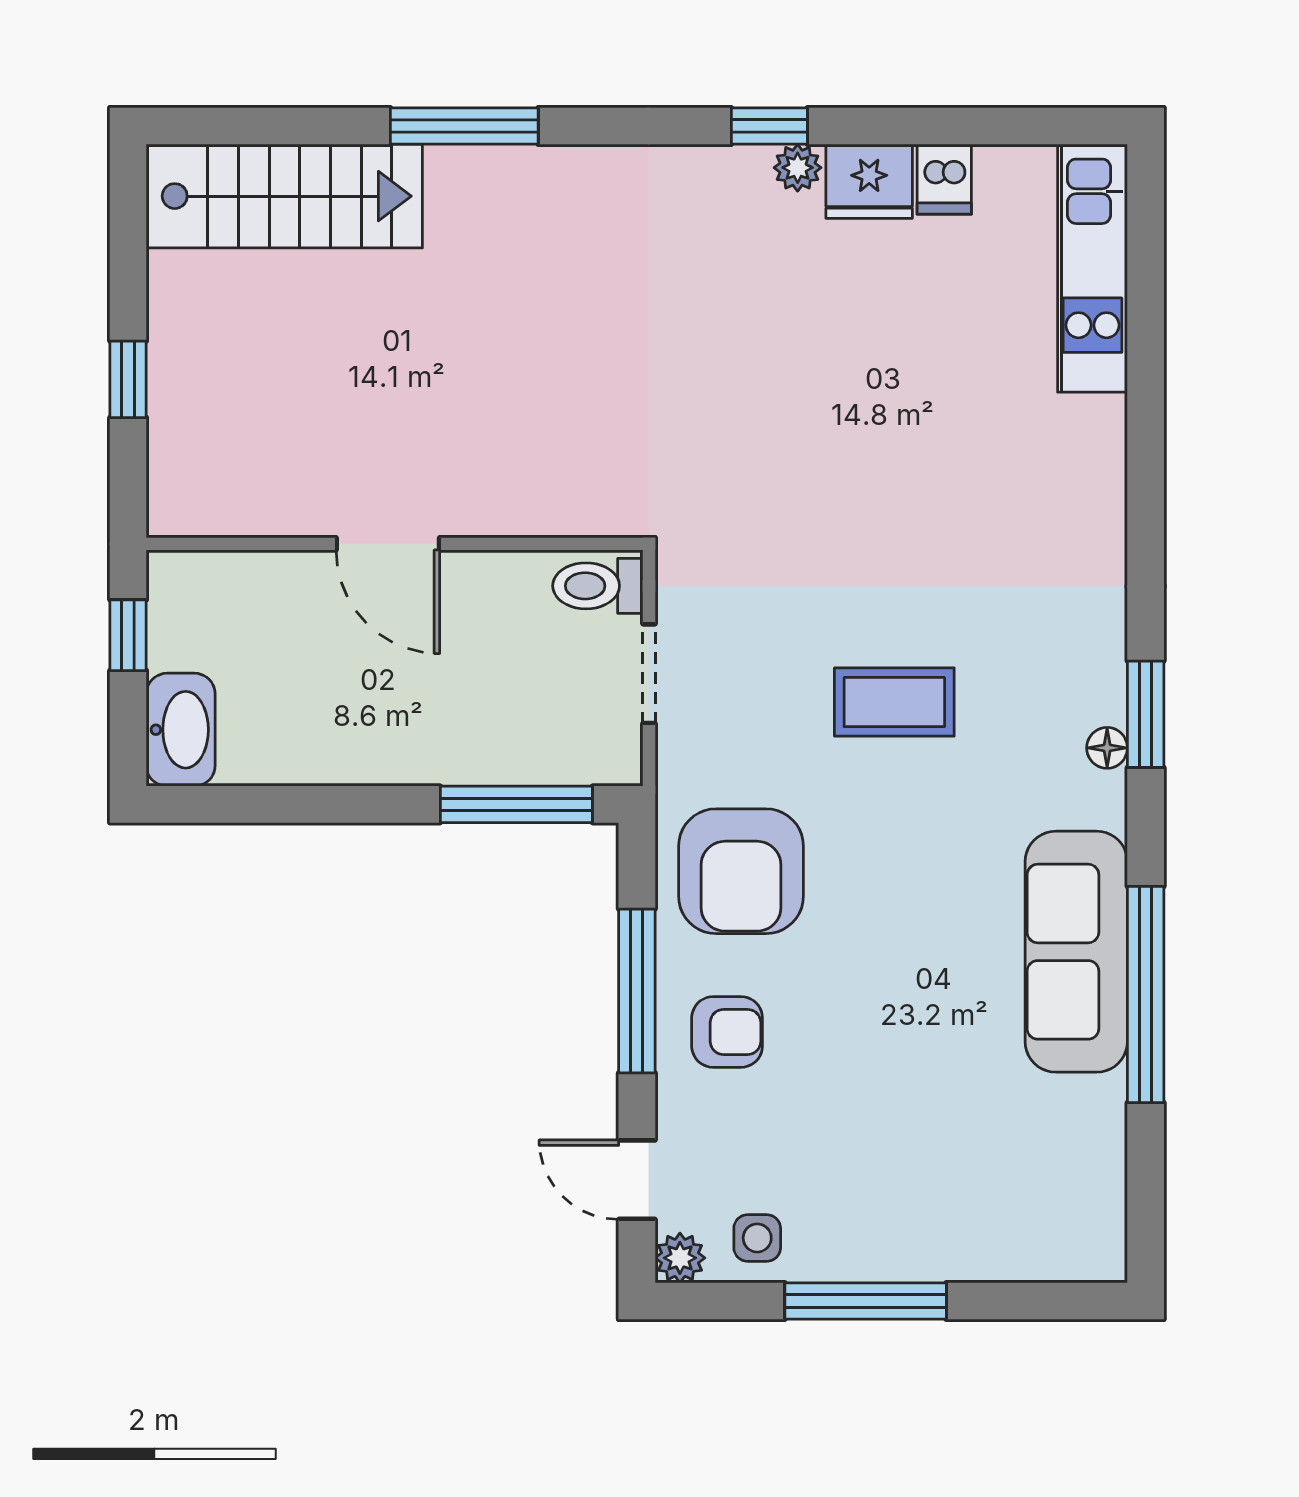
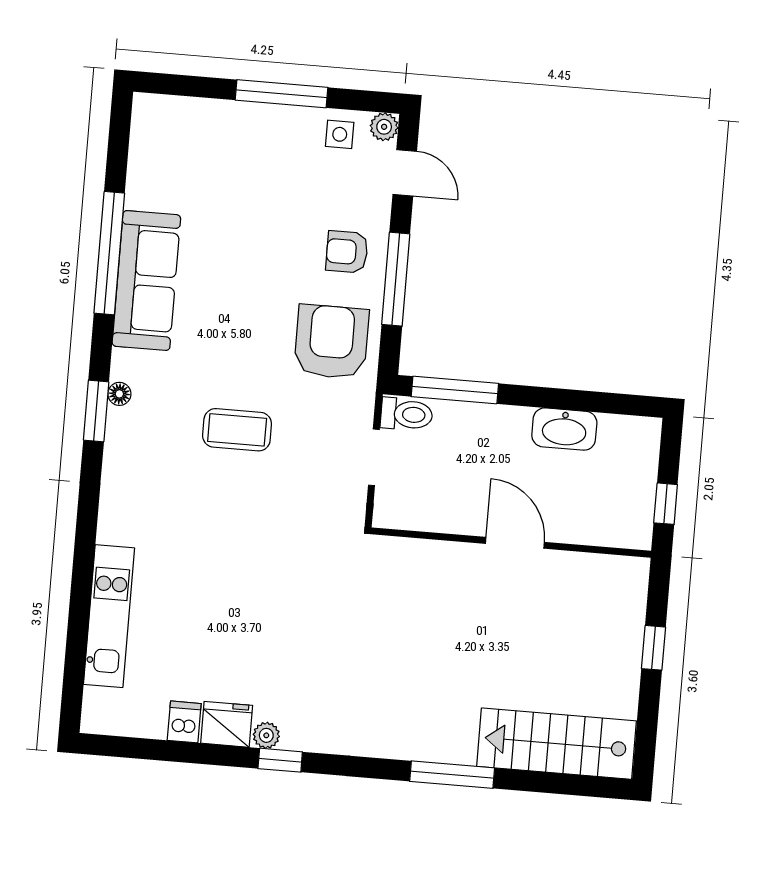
kitchen unit: (1093, 268) -> (109, 616), moved
toilet: (598, 586) -> (407, 414), moved
washbasin: (181, 730) -> (564, 429), moved, turned -90

